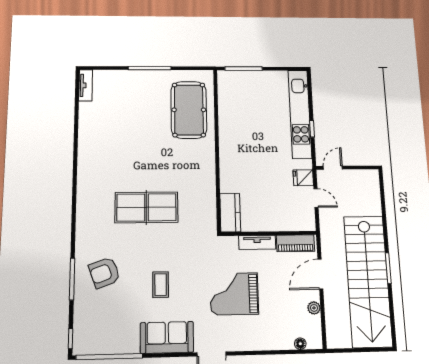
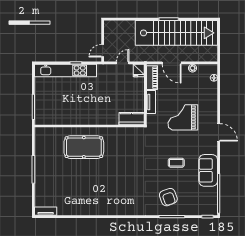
pool table: (189, 110) -> (84, 147), moved
door: (333, 168) -> (103, 51), hinge flipped
fridge: (303, 178) -> (139, 71), moved
table tennis table: (146, 207) -> (128, 171), removed
grand piano: (234, 294) -> (183, 117), turned 90
sofa: (167, 337) -> (208, 170), moved

